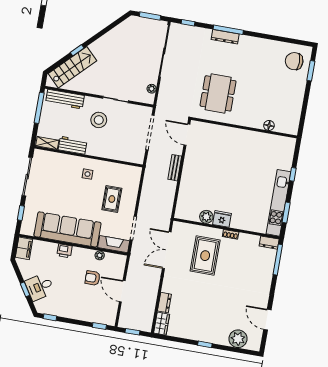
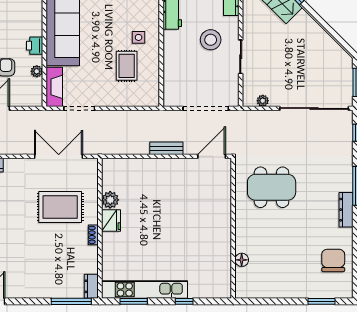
dresser: (225, 37) -> (346, 210), moved
chair: (294, 61) -> (333, 260), moved
rug: (112, 199) -> (127, 66), moved, turned 90
printer: (65, 251) -> (35, 46), moved

